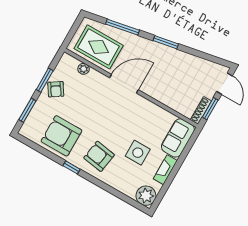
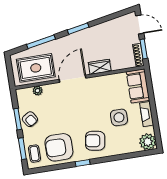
wardrobe: (157, 93) -> (100, 67), added
coffee table: (35, 124) -> (34, 154), added

